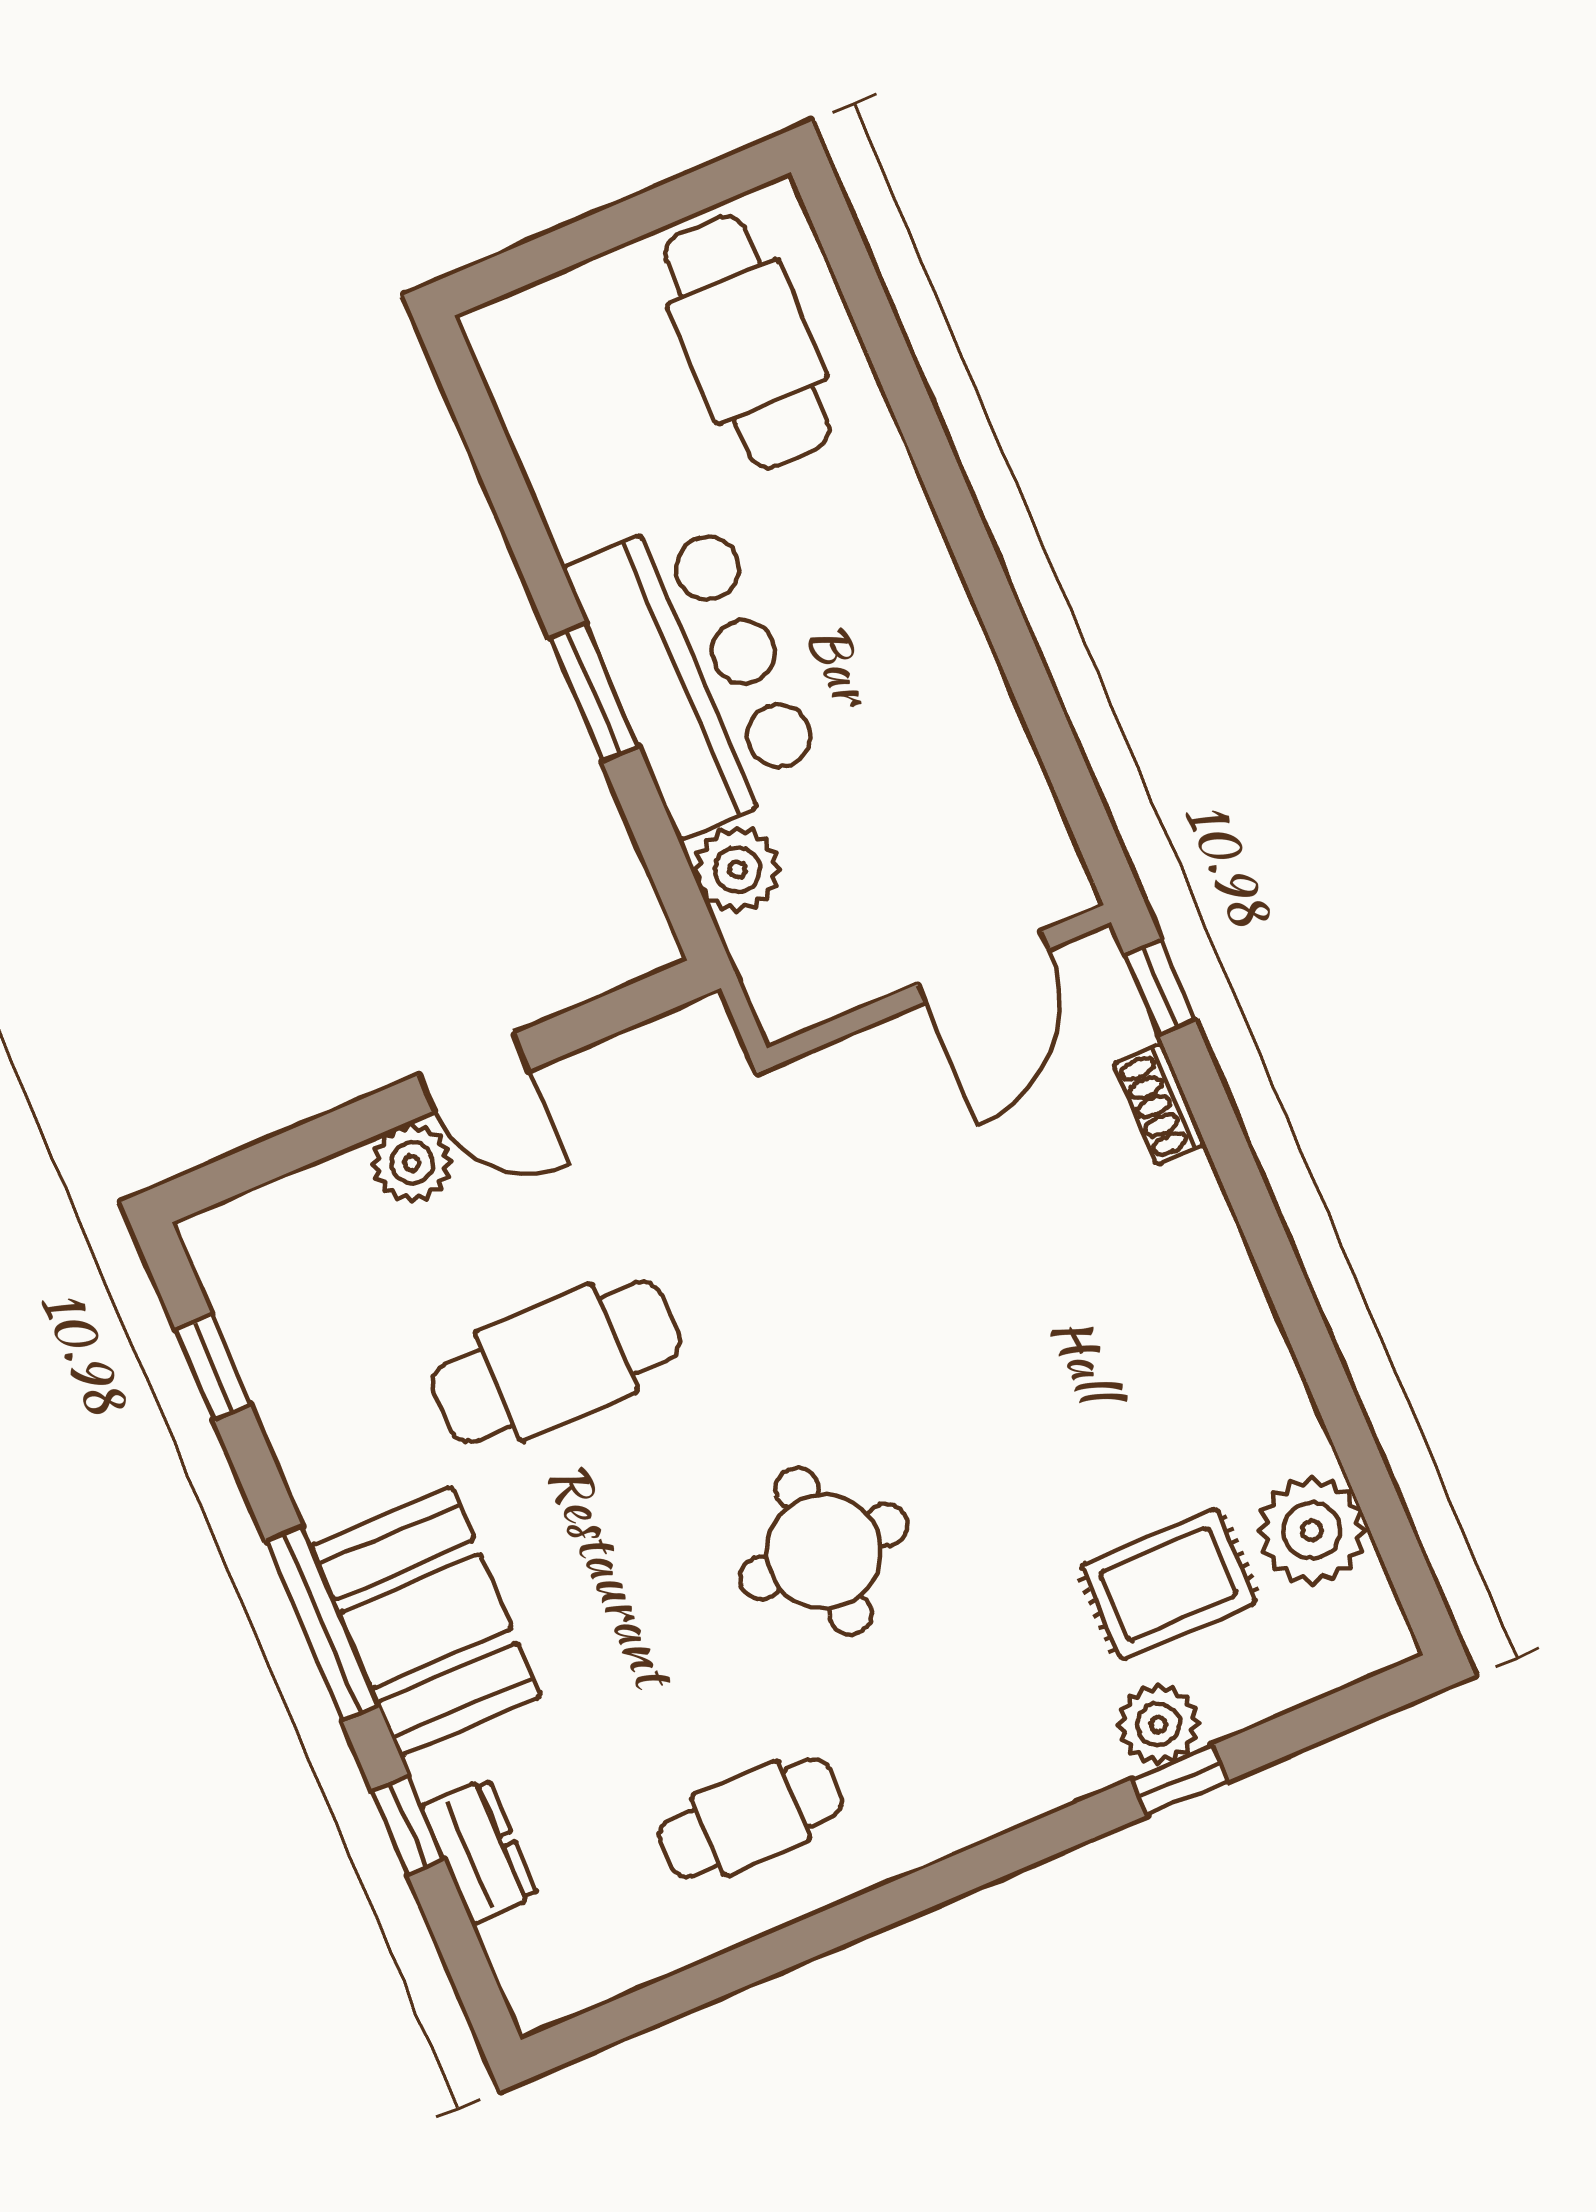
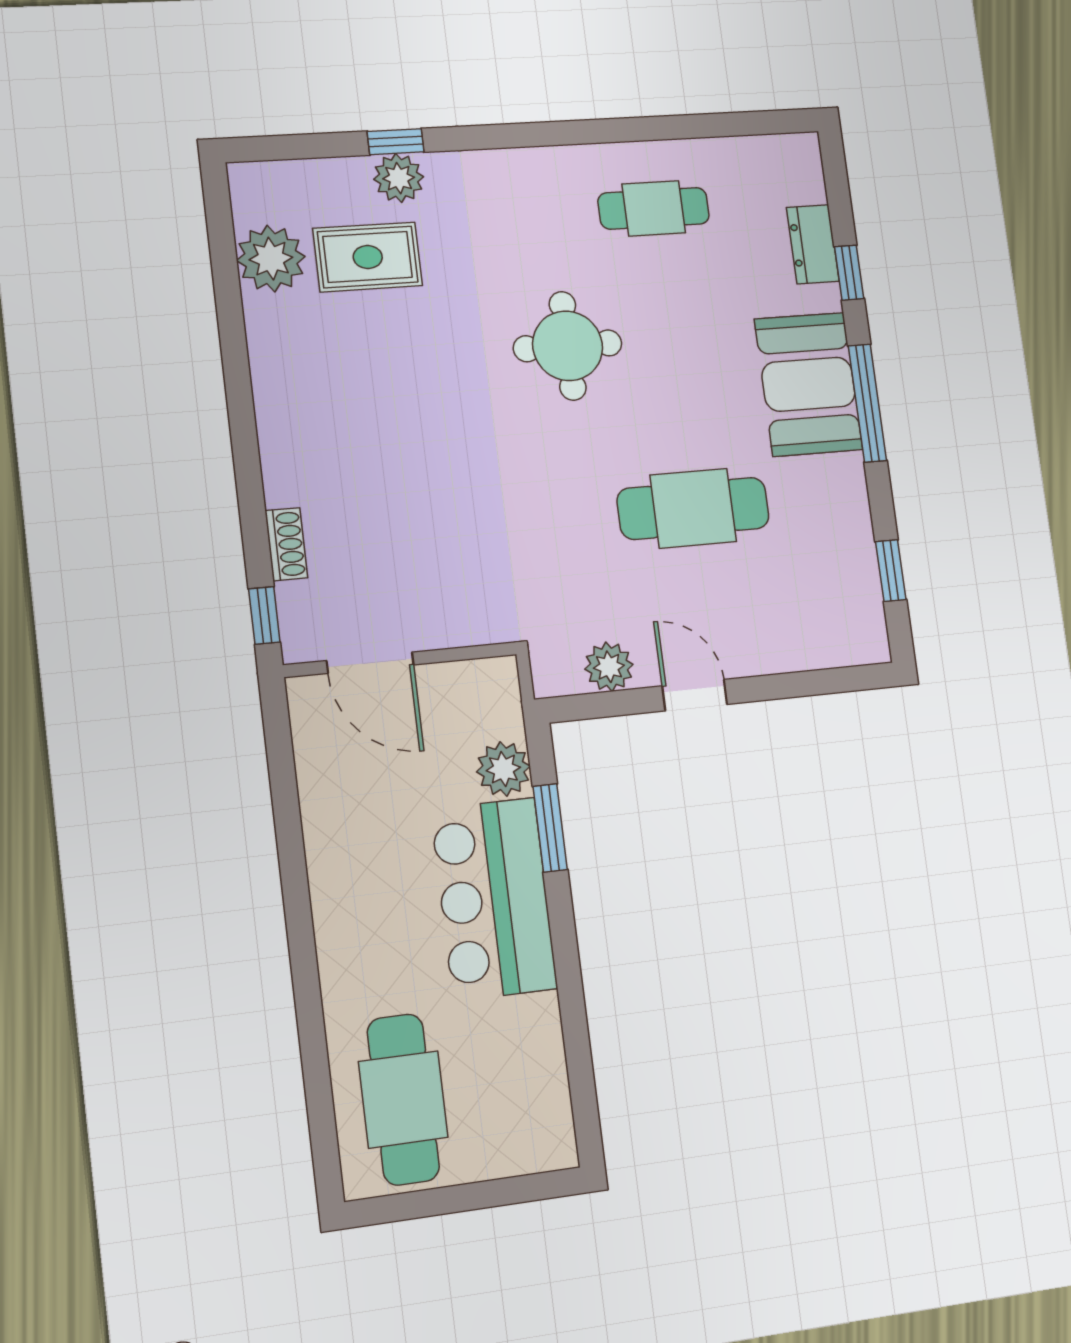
window: (594, 692) -> (550, 828), moved
door: (983, 966) -> (370, 663), swing flipped
plant: (412, 1163) -> (609, 667), moved

